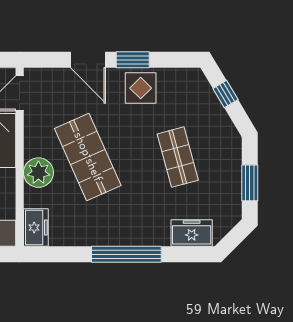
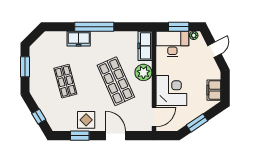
window: (133, 60) -> (80, 136), moved
freezer: (36, 228) -> (145, 46), width x1.40
freezer: (192, 233) -> (79, 39), moved

